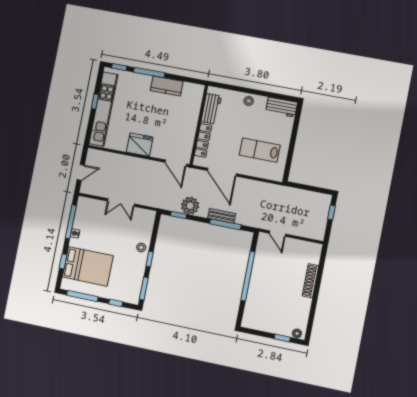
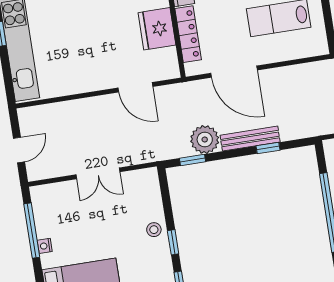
fridge: (140, 145) -> (157, 29), moved, turned -90
door: (176, 163) -> (135, 87), moved
bench: (222, 216) -> (250, 139), width x1.36
window: (225, 224) -> (268, 148), width x0.46

